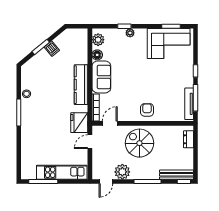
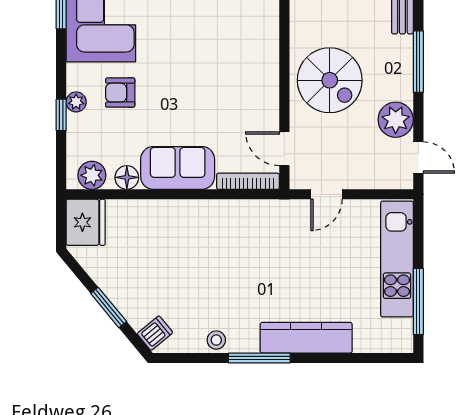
dishwasher: (52, 49) -> (155, 333), moved
kitchen counter: (81, 85) -> (306, 338), moved, turned 180
armchair: (147, 110) -> (120, 93), moved
fridge: (79, 123) -> (86, 222), moved, turned -90
door: (90, 142) -> (326, 194), hinge flipped
spiral stairs: (139, 143) -> (330, 80), turned -90

